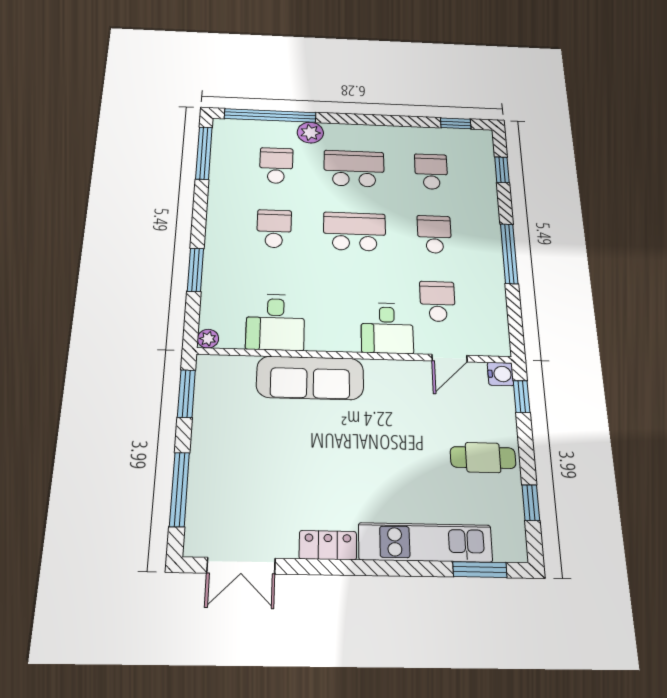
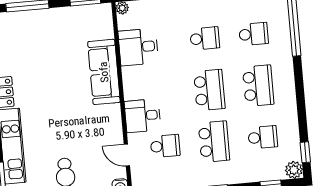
plant: (310, 133) -> (294, 170), moved
school desk: (434, 234) -> (214, 142), width x1.85

